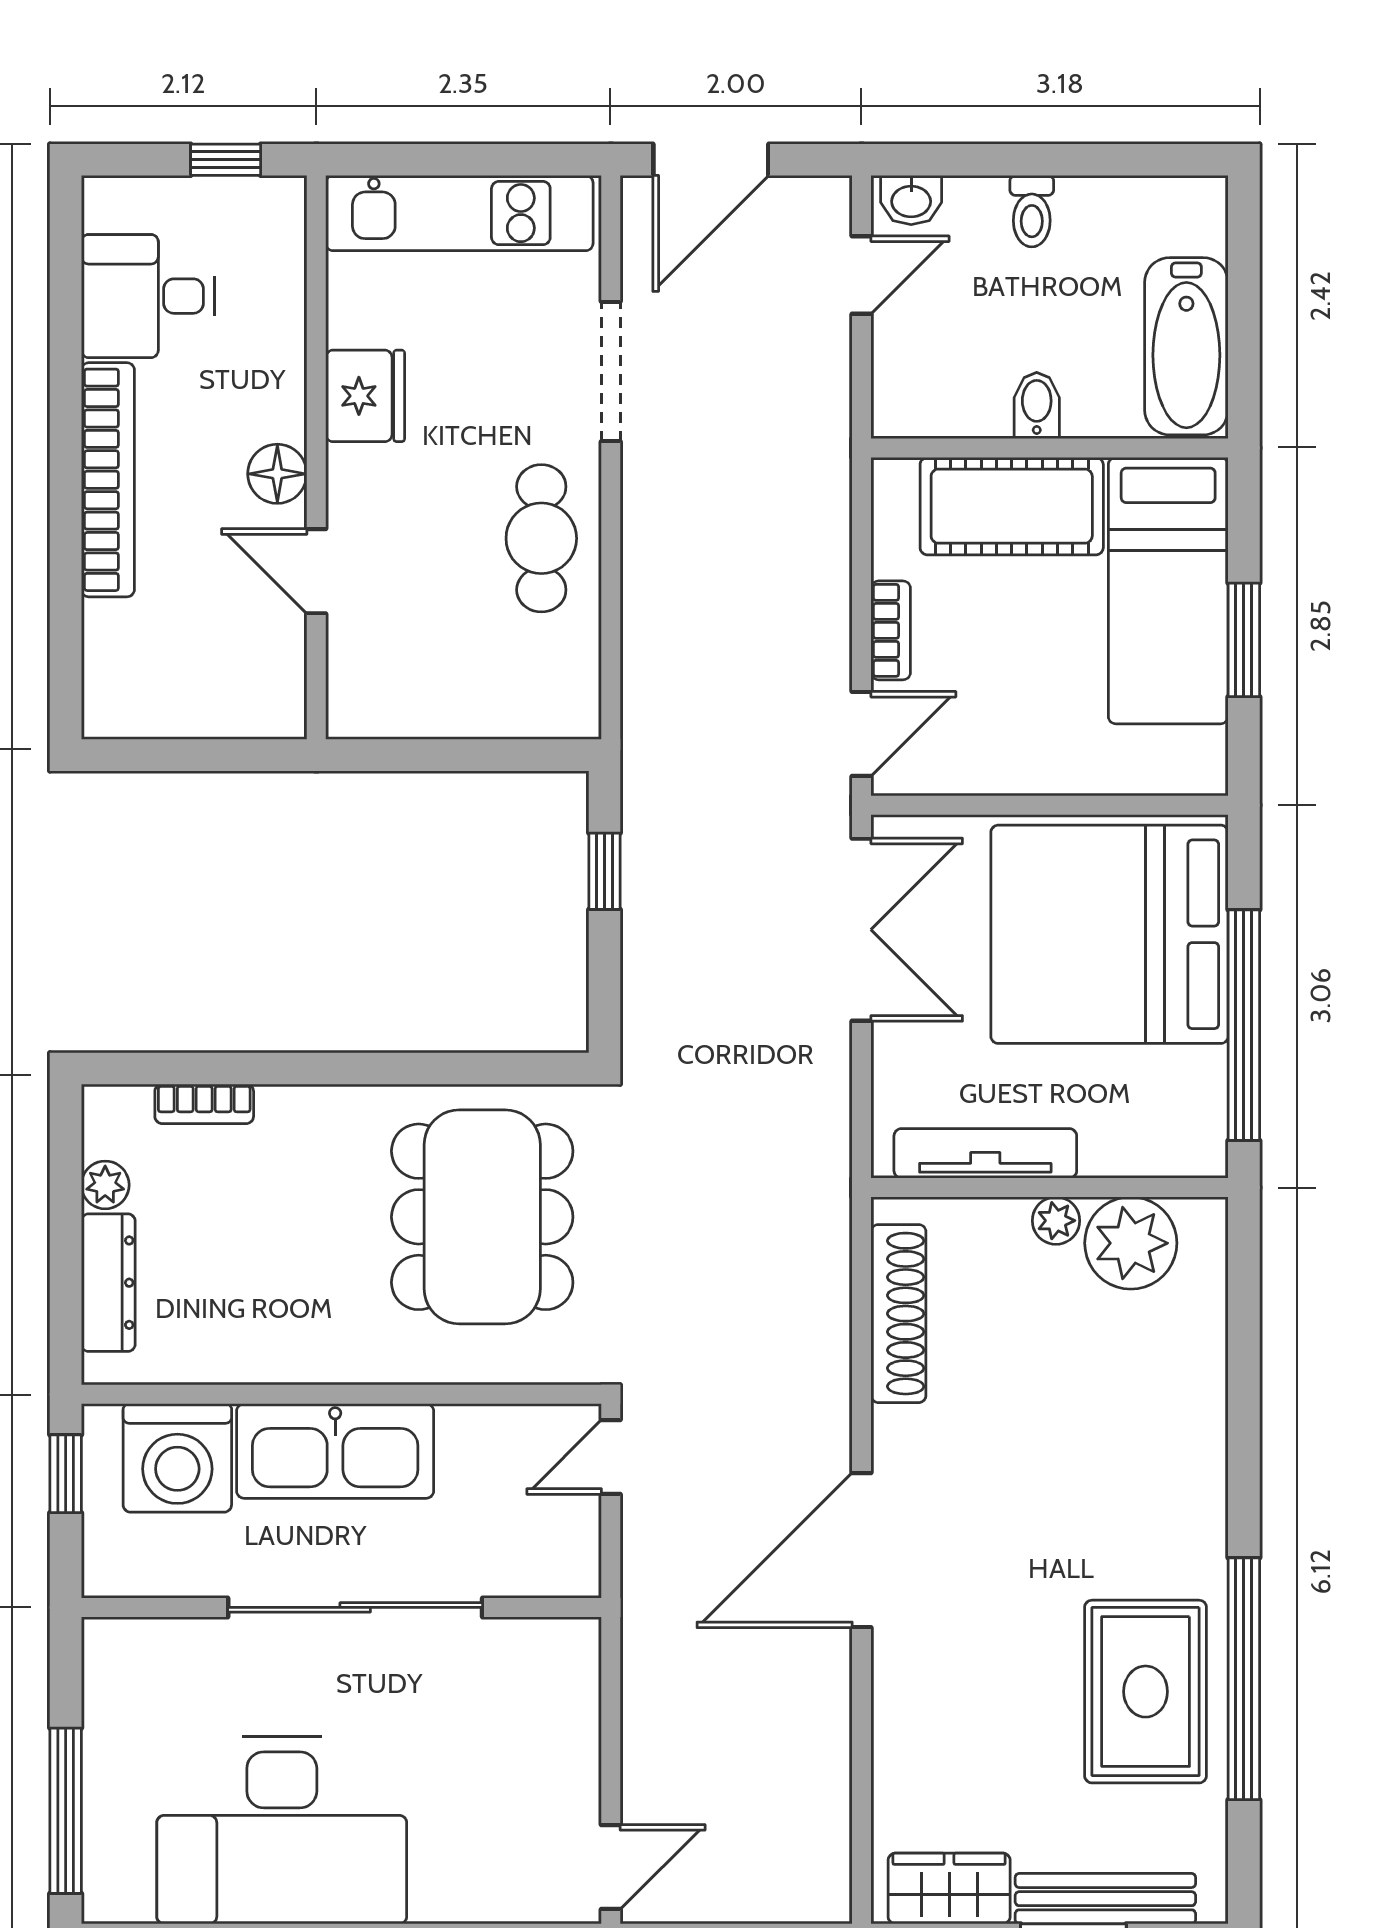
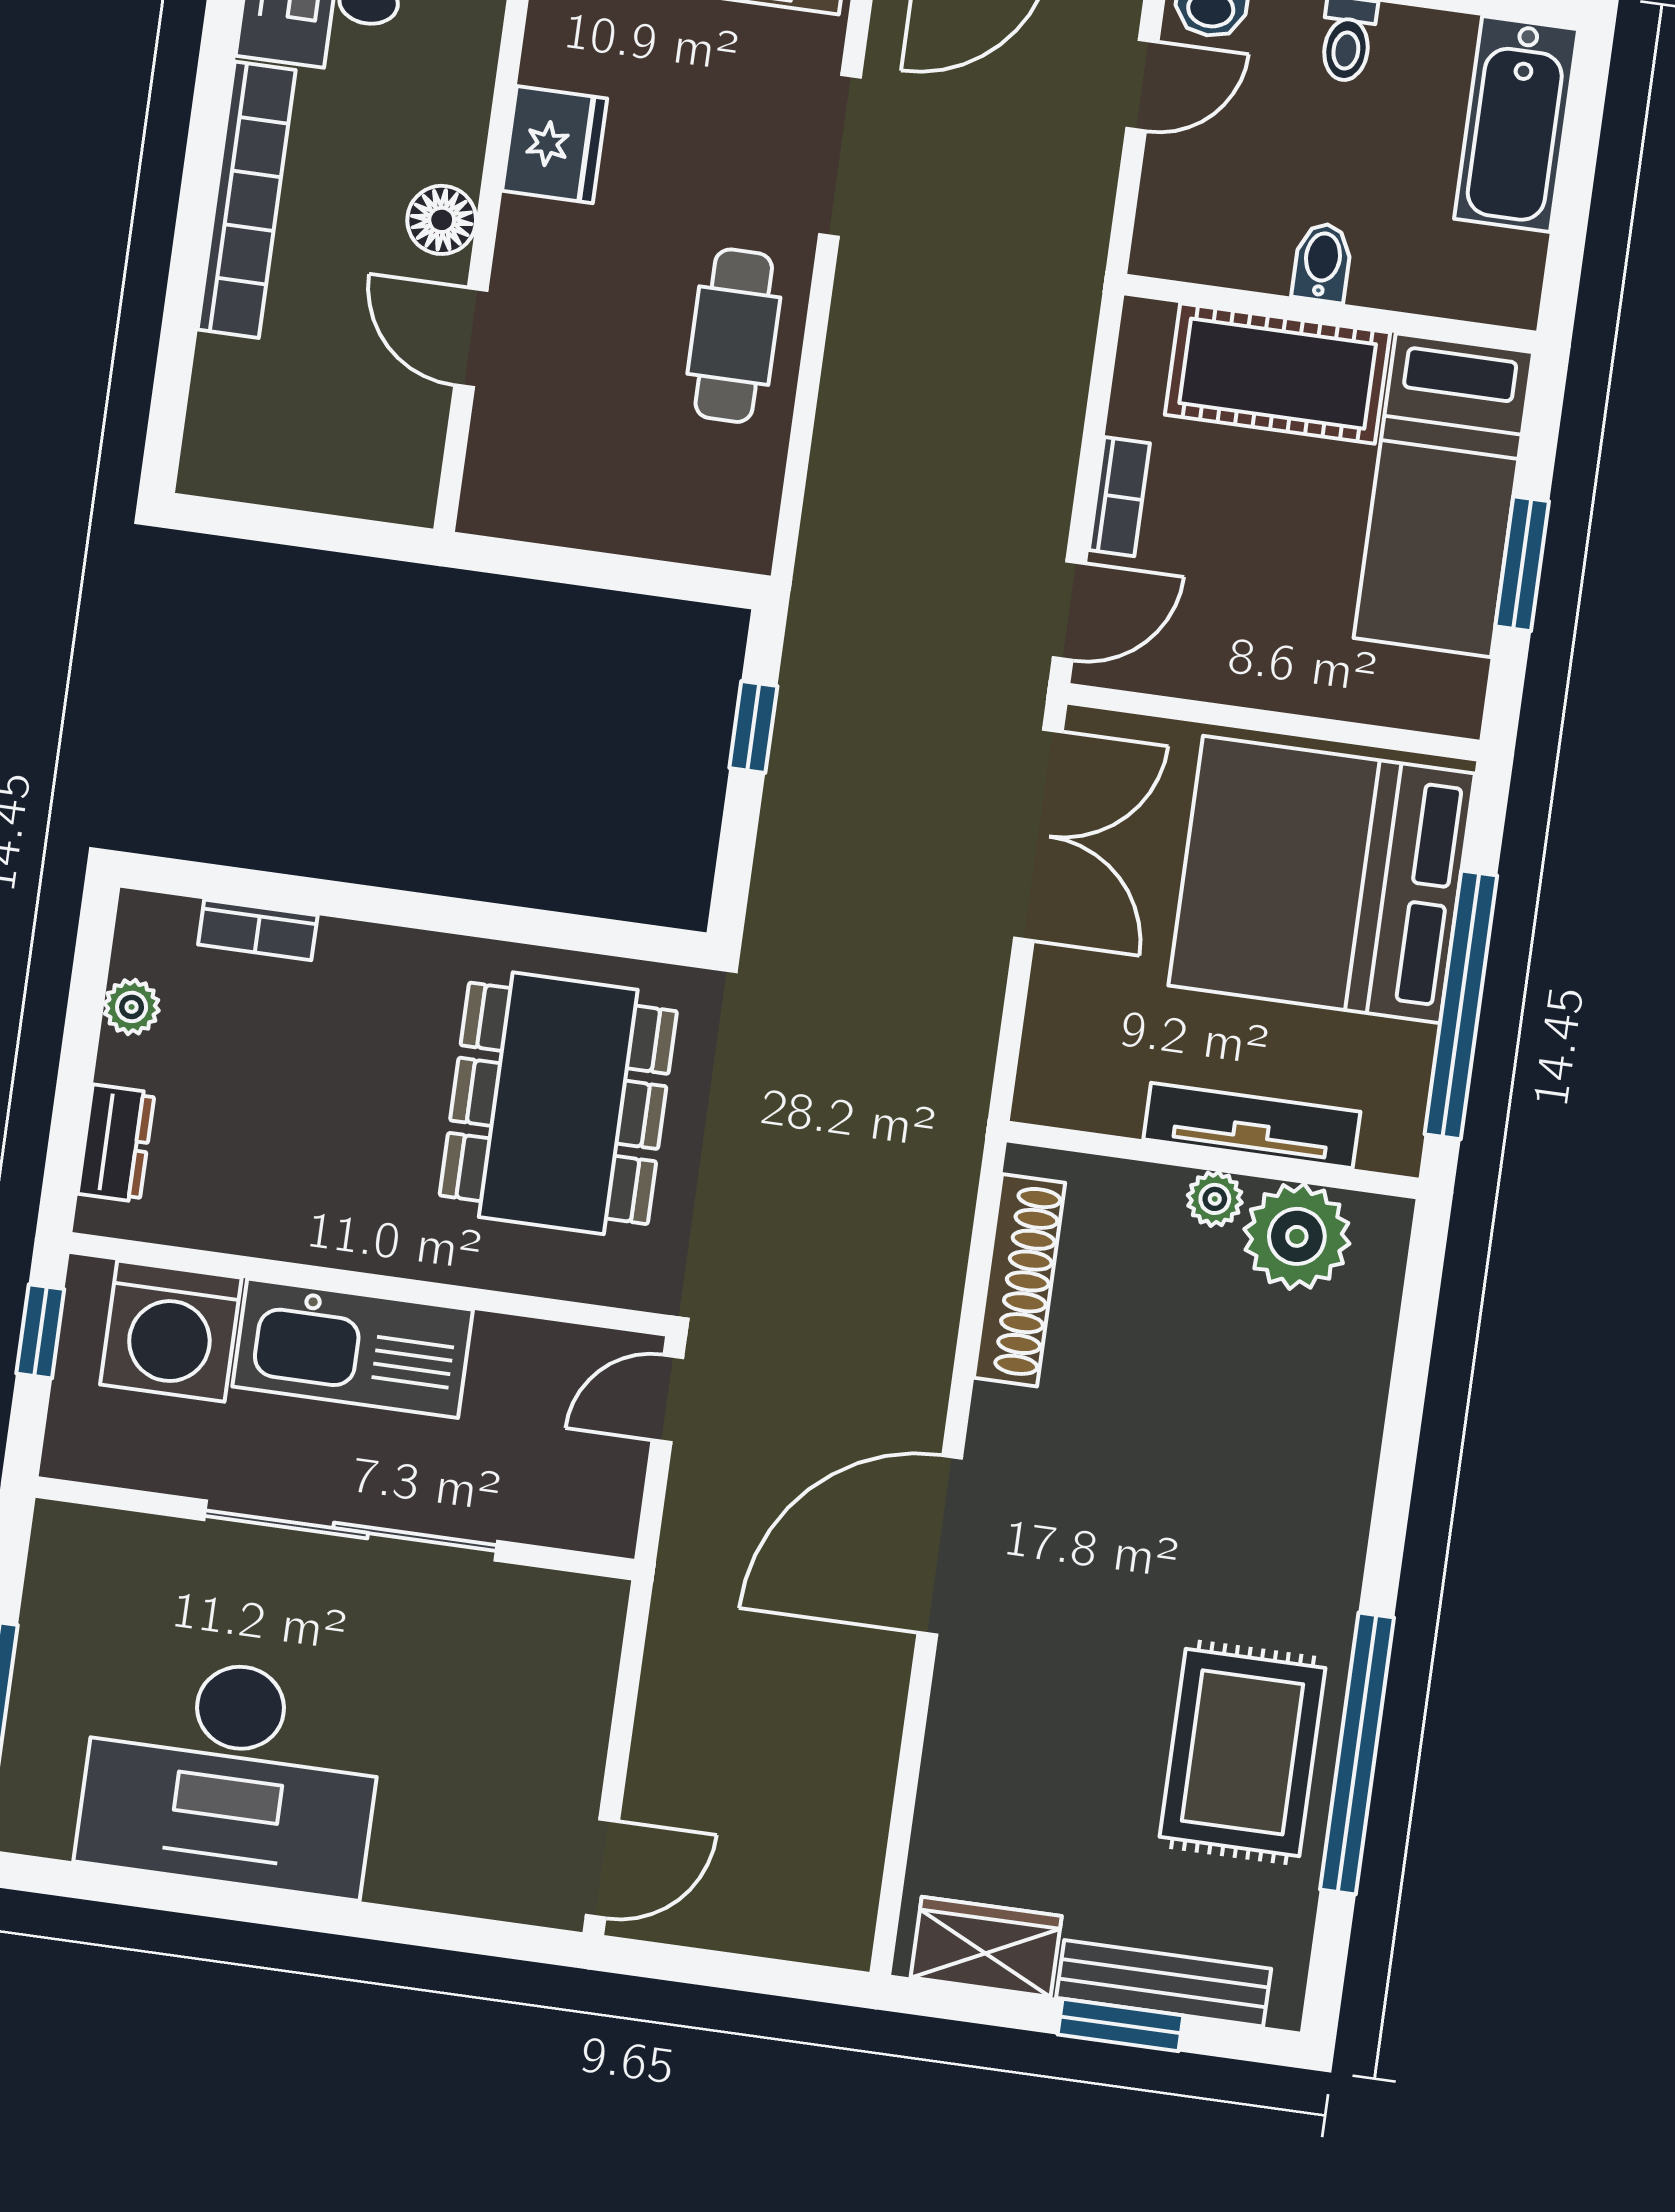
bathtub: (1186, 346) -> (1516, 124), moved
tv unit: (985, 1153) -> (1252, 1126), moved
dresser: (108, 1283) -> (116, 1143), width x0.70

